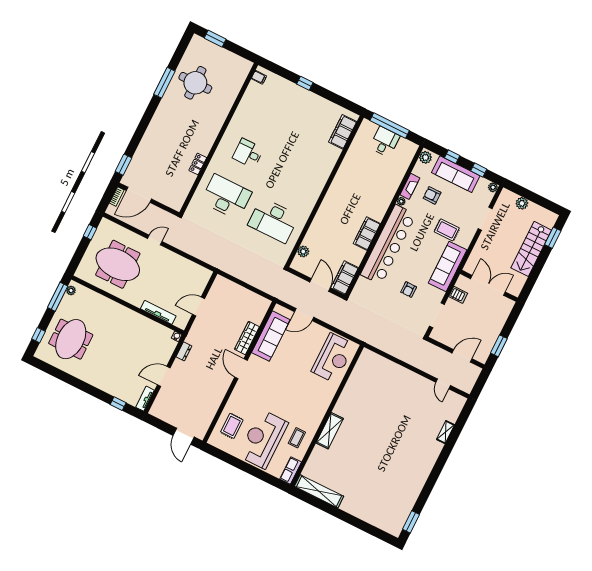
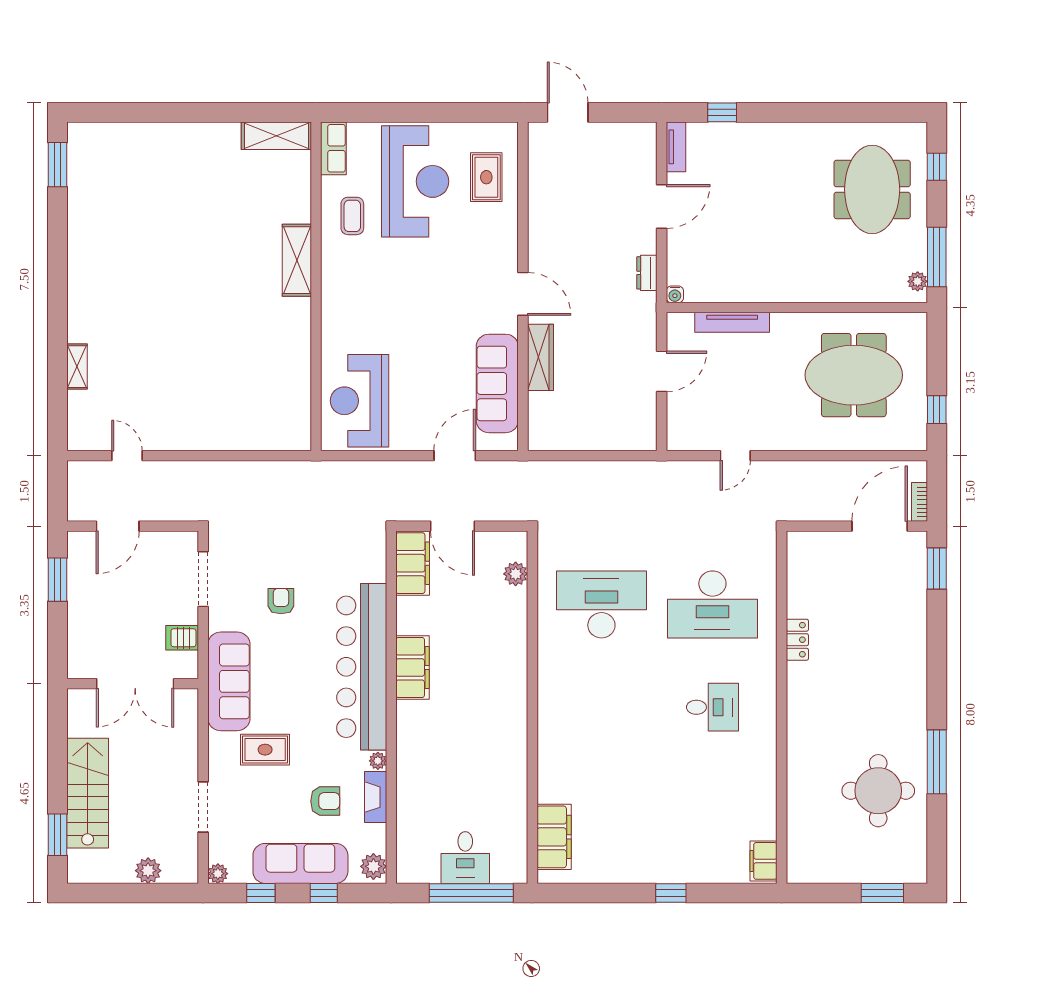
filing cabinet: (259, 77) -> (763, 861), width x2.00
door: (155, 240) -> (735, 456), moved
shelving: (319, 491) -> (276, 136), width x0.68

